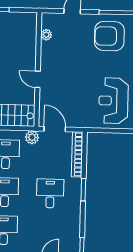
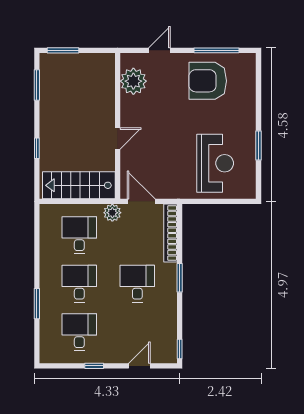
plant: (46, 35) -> (133, 81), width x1.88, depth x1.88
door: (38, 79) -> (118, 138), swing flipped
reception desk: (113, 101) -> (215, 163), turned 180

